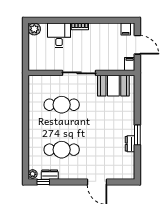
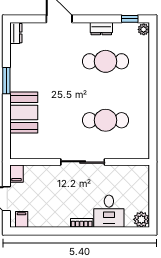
booth: (113, 86) -> (24, 112), moved, turned 90
dresser: (130, 144) -> (16, 33), moved
dresser: (50, 175) -> (101, 29), moved

